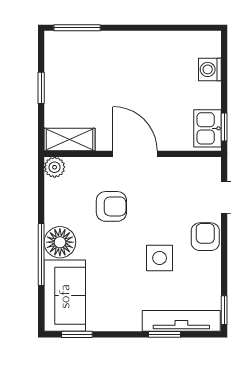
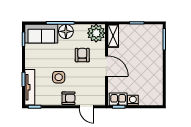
washing machine: (210, 69) -> (133, 100), moved
door: (135, 154) -> (106, 66), hinge flipped
plant: (55, 167) -> (96, 33), width x1.88, depth x1.88
armchair: (111, 206) -> (82, 55), turned 180

